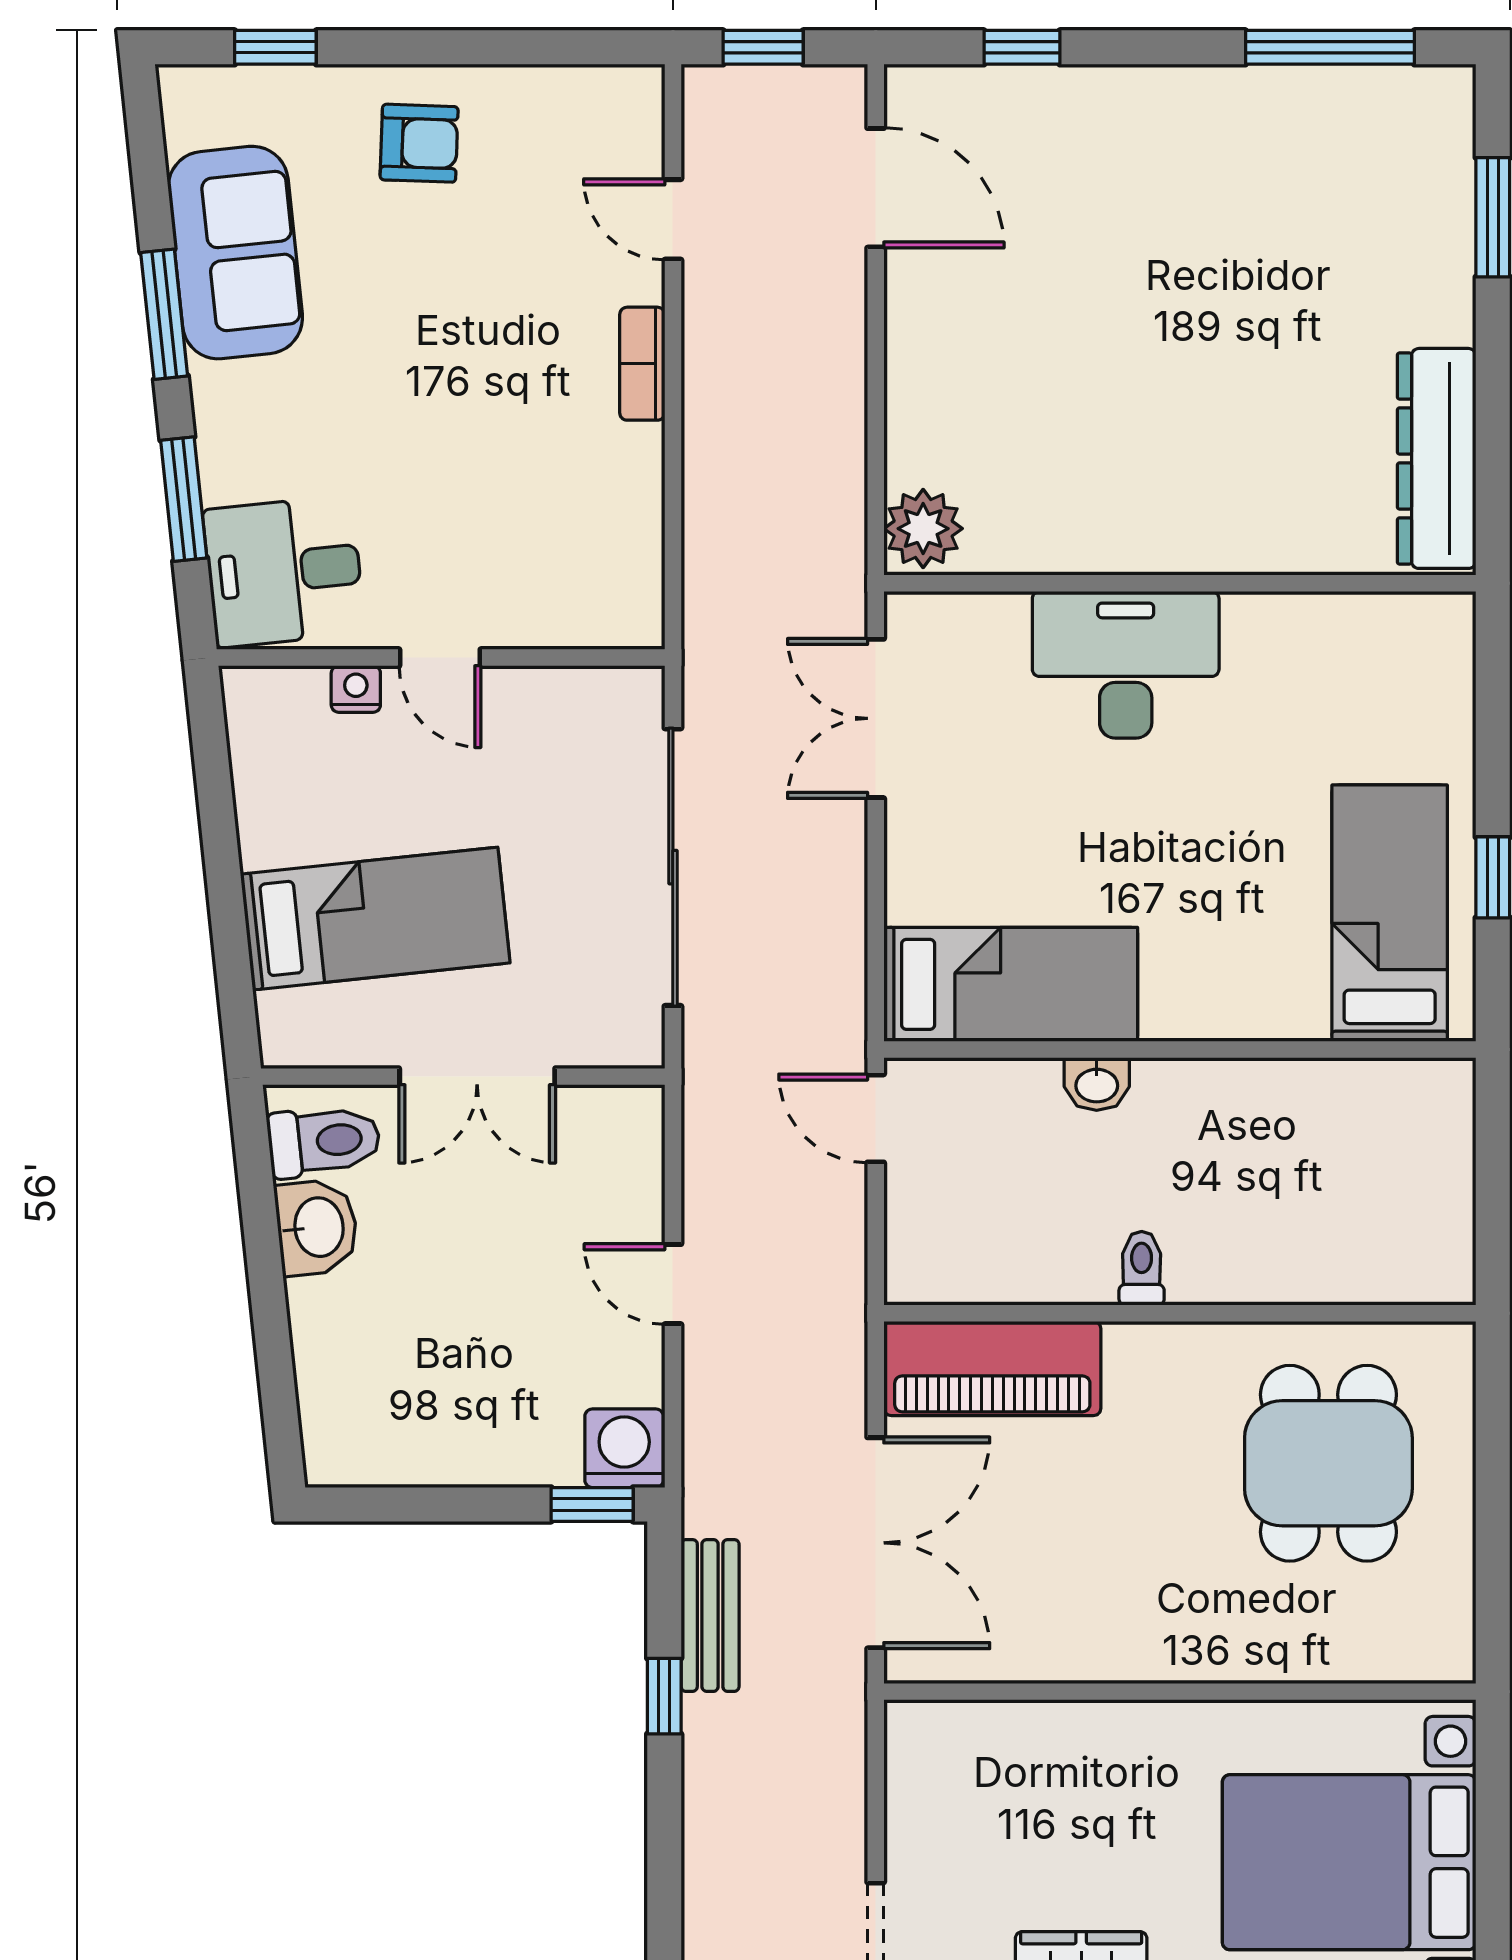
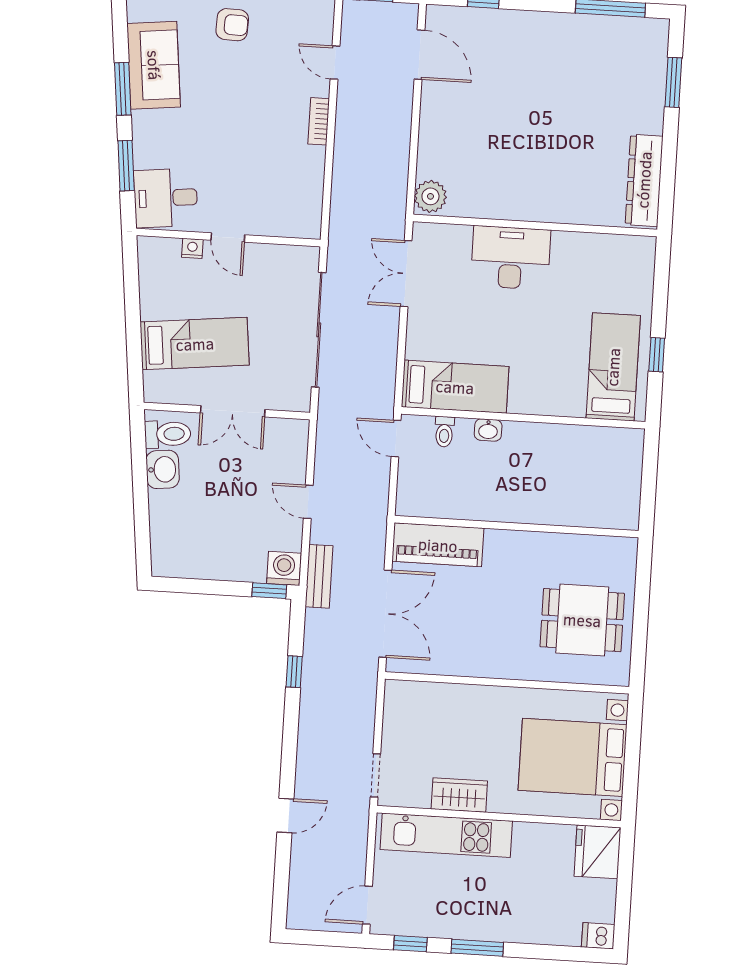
toilet: (1142, 1268) -> (444, 432), moved, turned 180
dining table: (1328, 1463) -> (582, 620), moved, turned 90
bench: (710, 1615) -> (319, 576), moved

